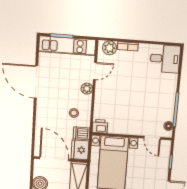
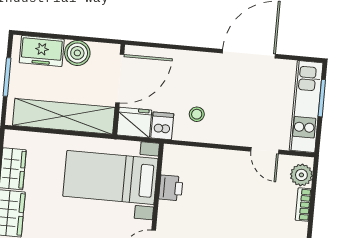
plant: (87, 89) -> (237, 137), removed
printer: (100, 126) -> (171, 188), moved

